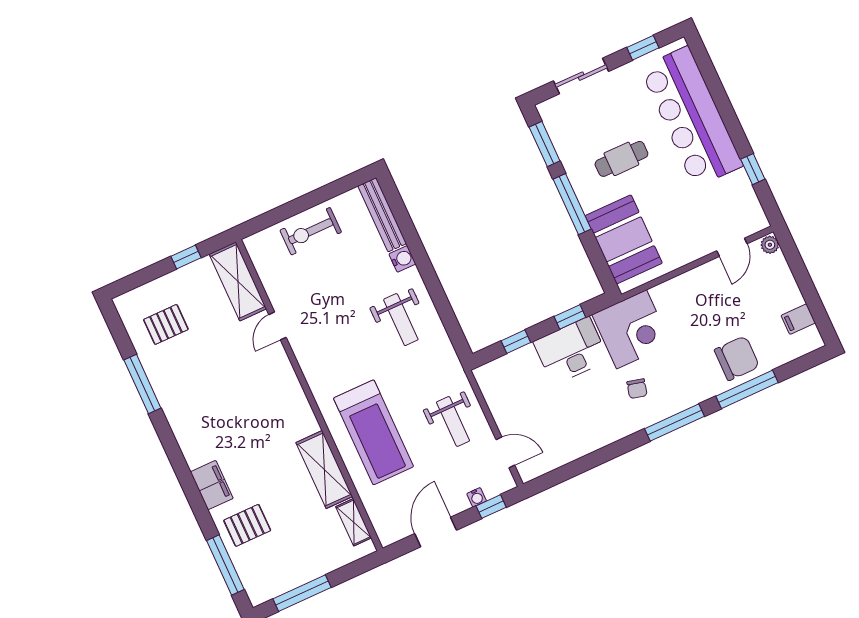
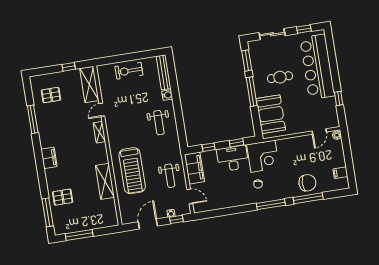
filing cabinet: (499, 392) -> (194, 168), added
filing cabinet: (212, 485) -> (49, 158), moved
shelving: (354, 522) -> (99, 132), moved

